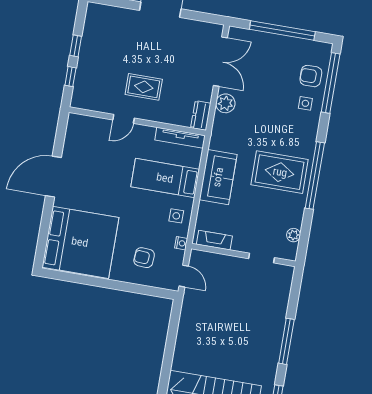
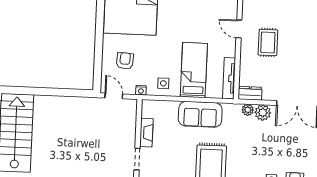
plant: (220, 121) -> (248, 110), added
fireplace: (214, 240) -> (146, 133), moved
door: (184, 276) -> (114, 96), swing flipped

